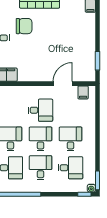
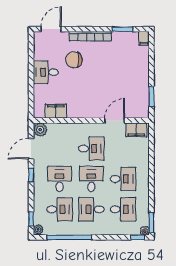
chair: (24, 26) -> (74, 60), turned 180
filing cabinet: (83, 92) -> (136, 130), width x2.00
desk: (71, 139) -> (123, 179), turned 90
desk: (40, 168) -> (91, 209), turned -90

